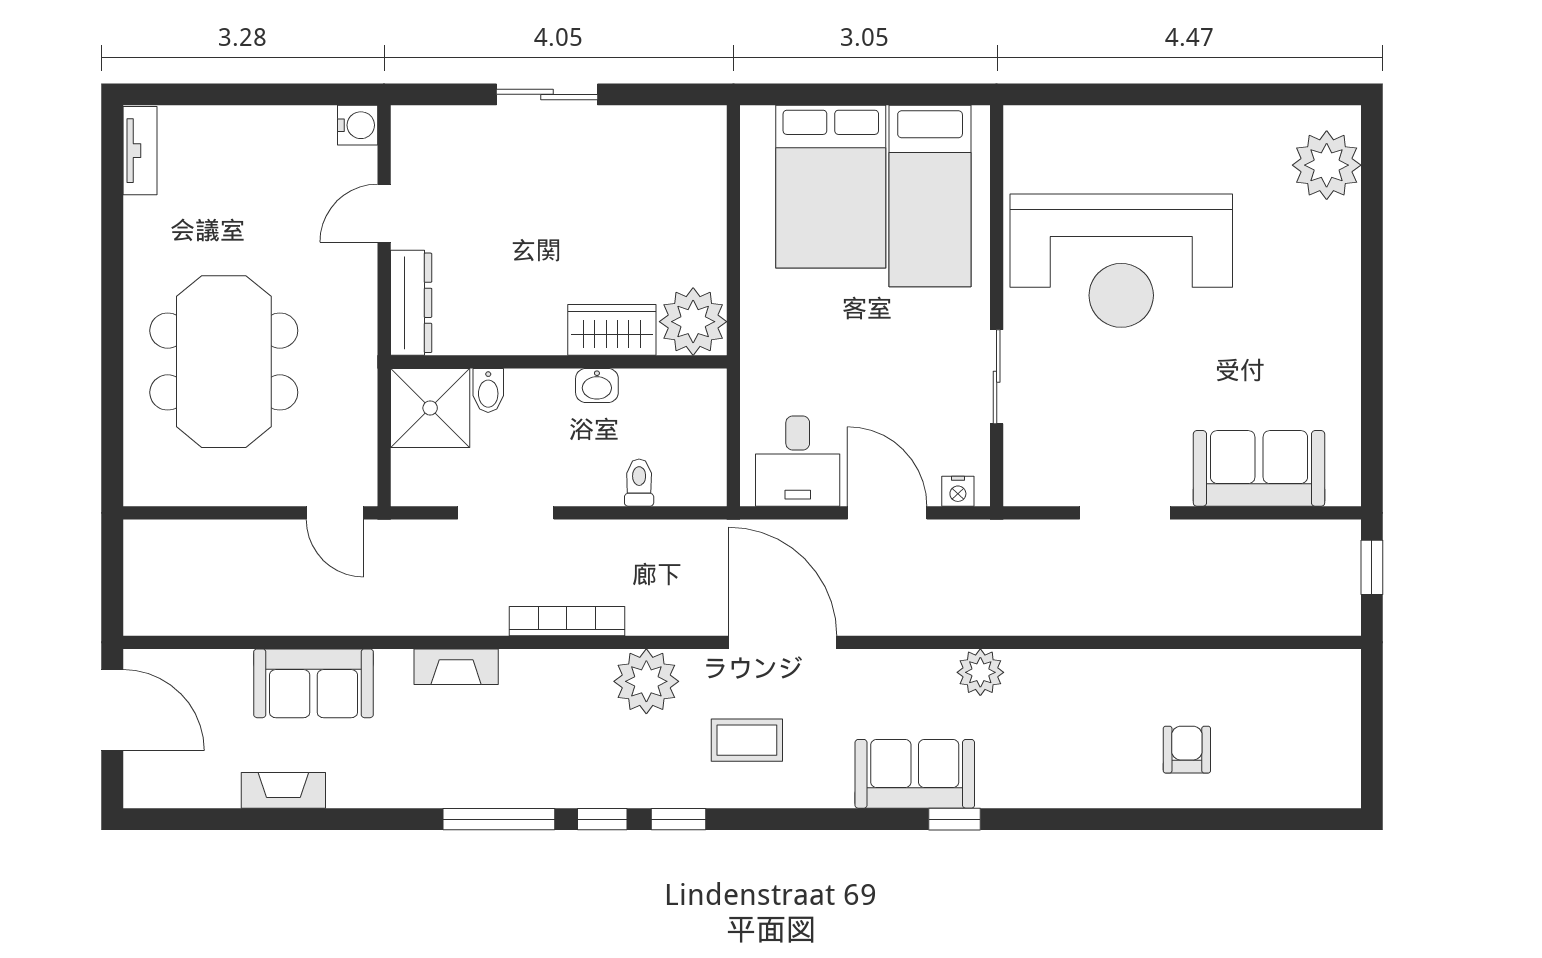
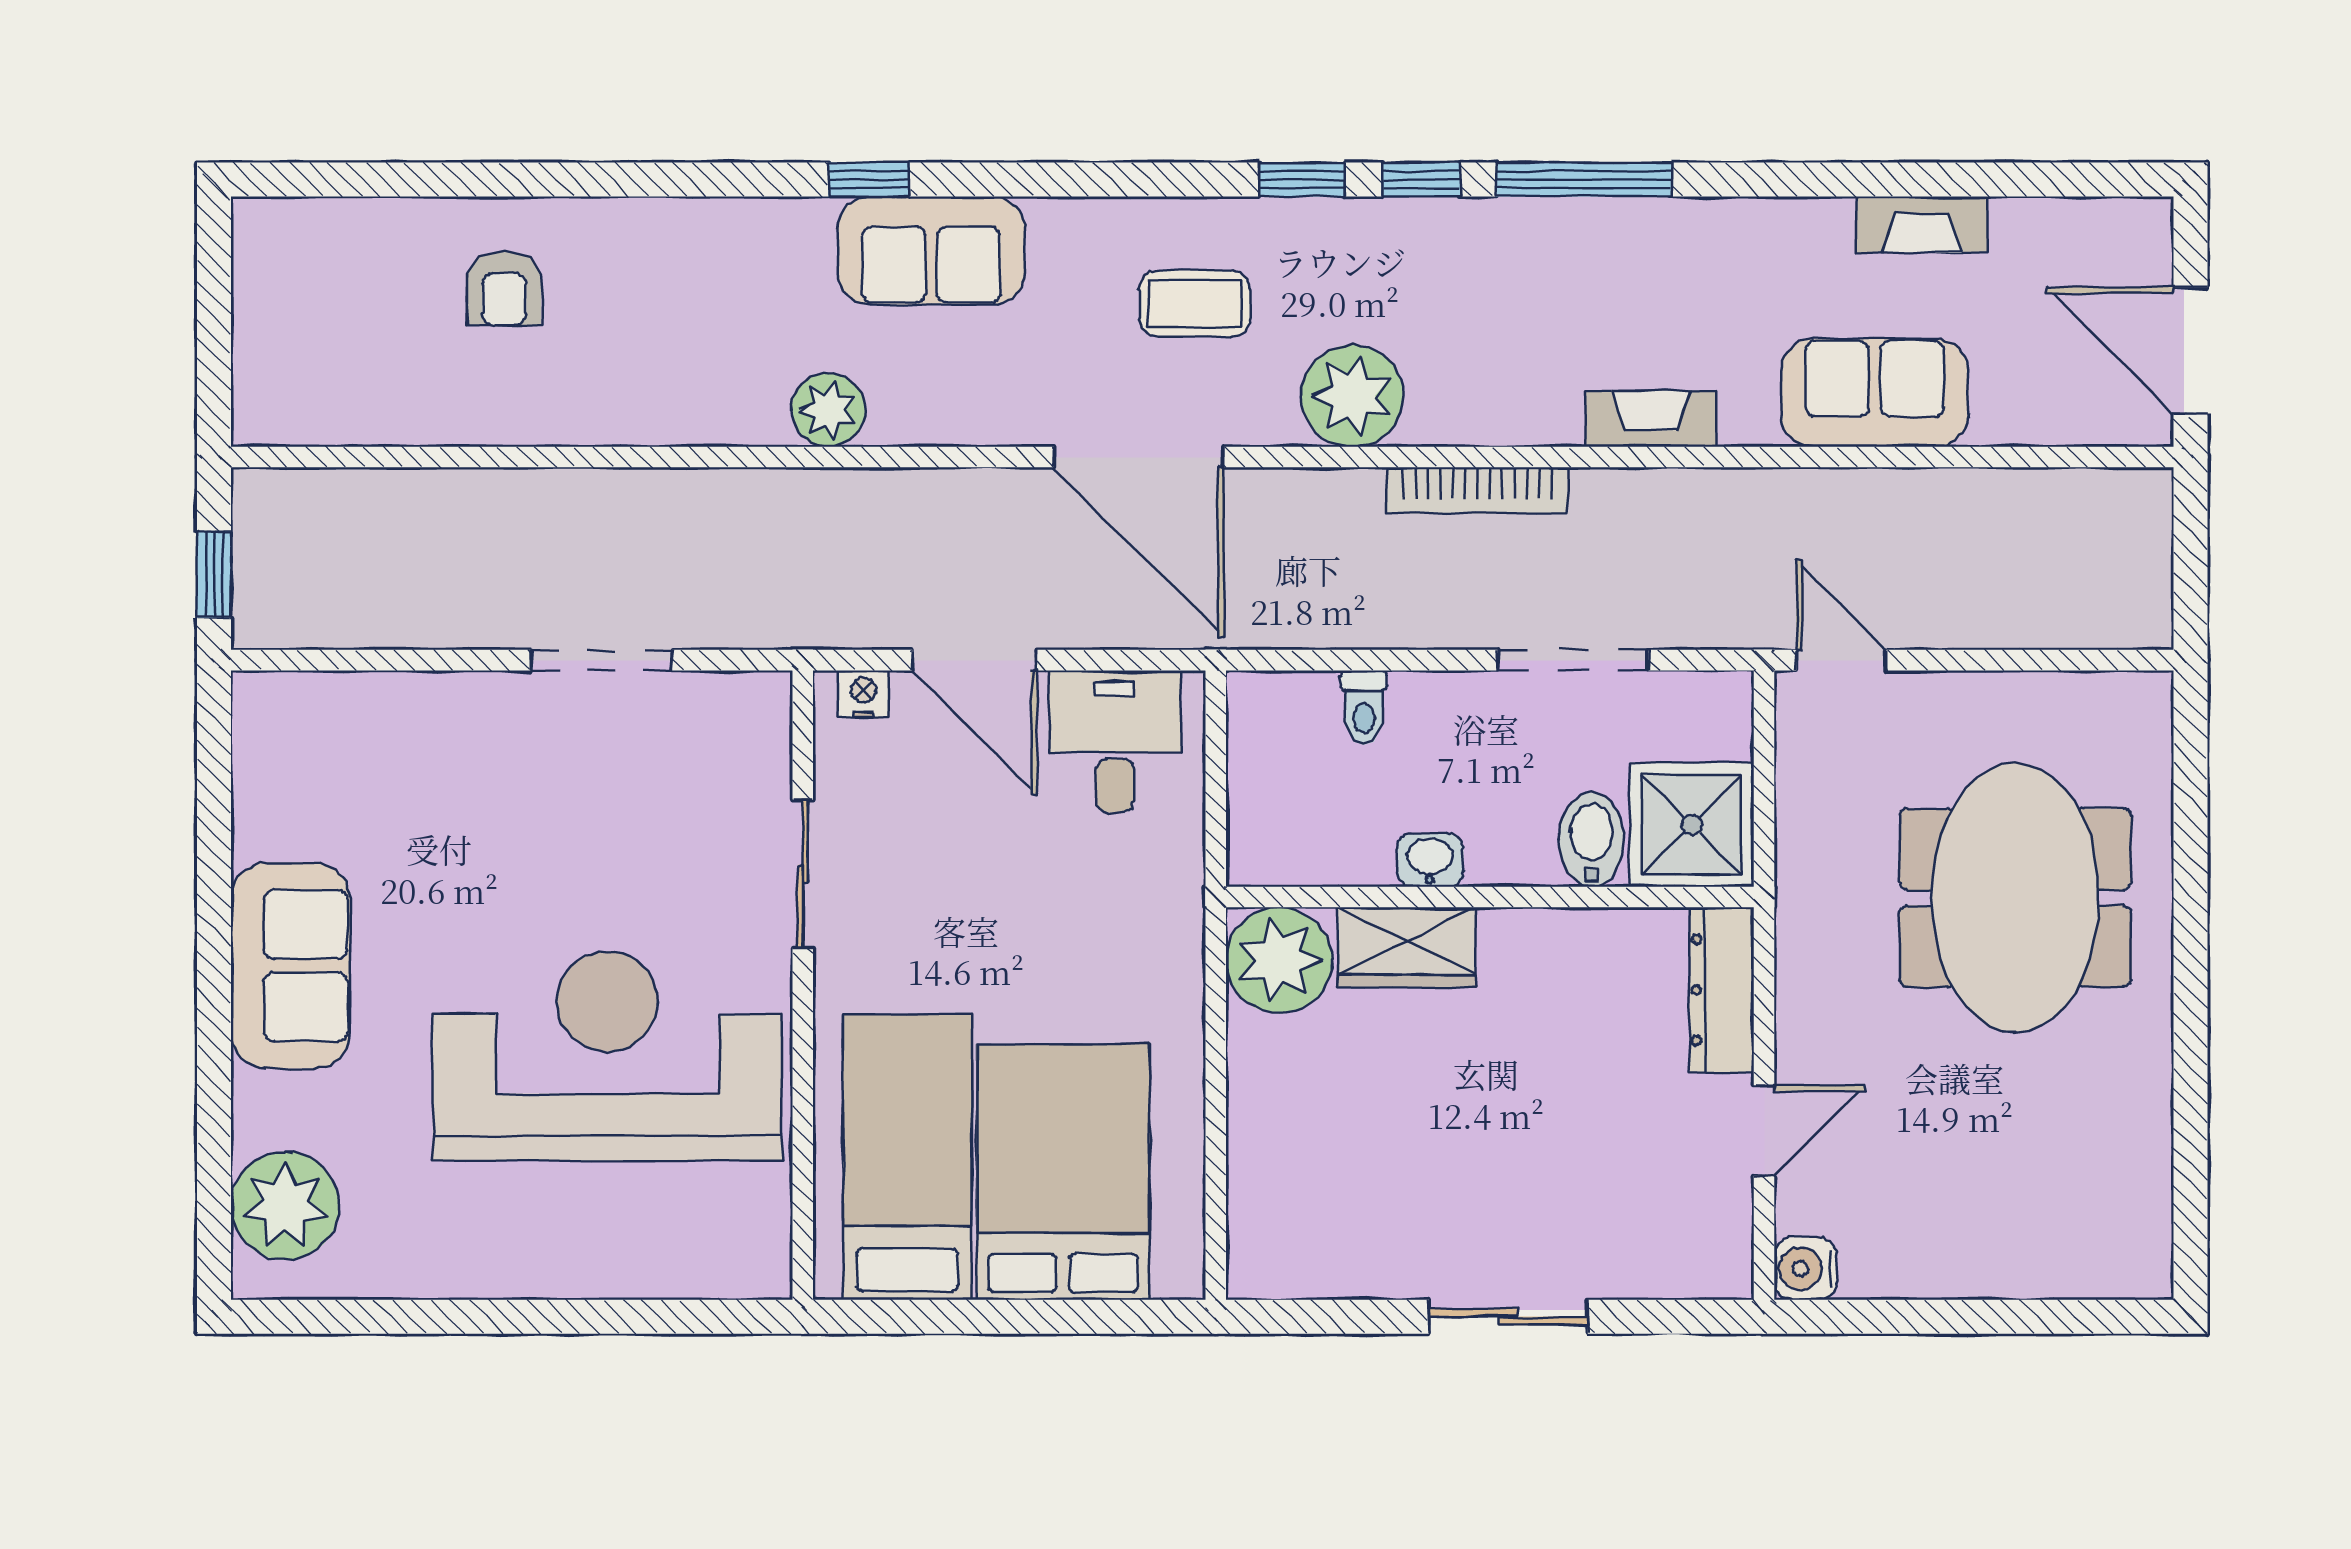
tv unit: (140, 151) -> (2147, 1229), removed
bidet: (488, 390) -> (1592, 840), width x1.38, depth x1.36
sofa: (1259, 468) -> (290, 966), moved, turned -90

